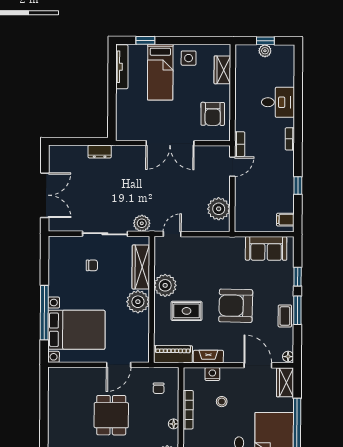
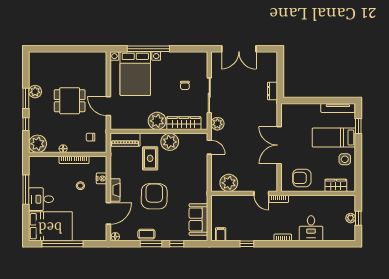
piano: (173, 354) -> (125, 140), moved, turned 90
fireplace: (208, 357) -> (115, 190), moved
wardrobe: (285, 382) -> (95, 234), removed

